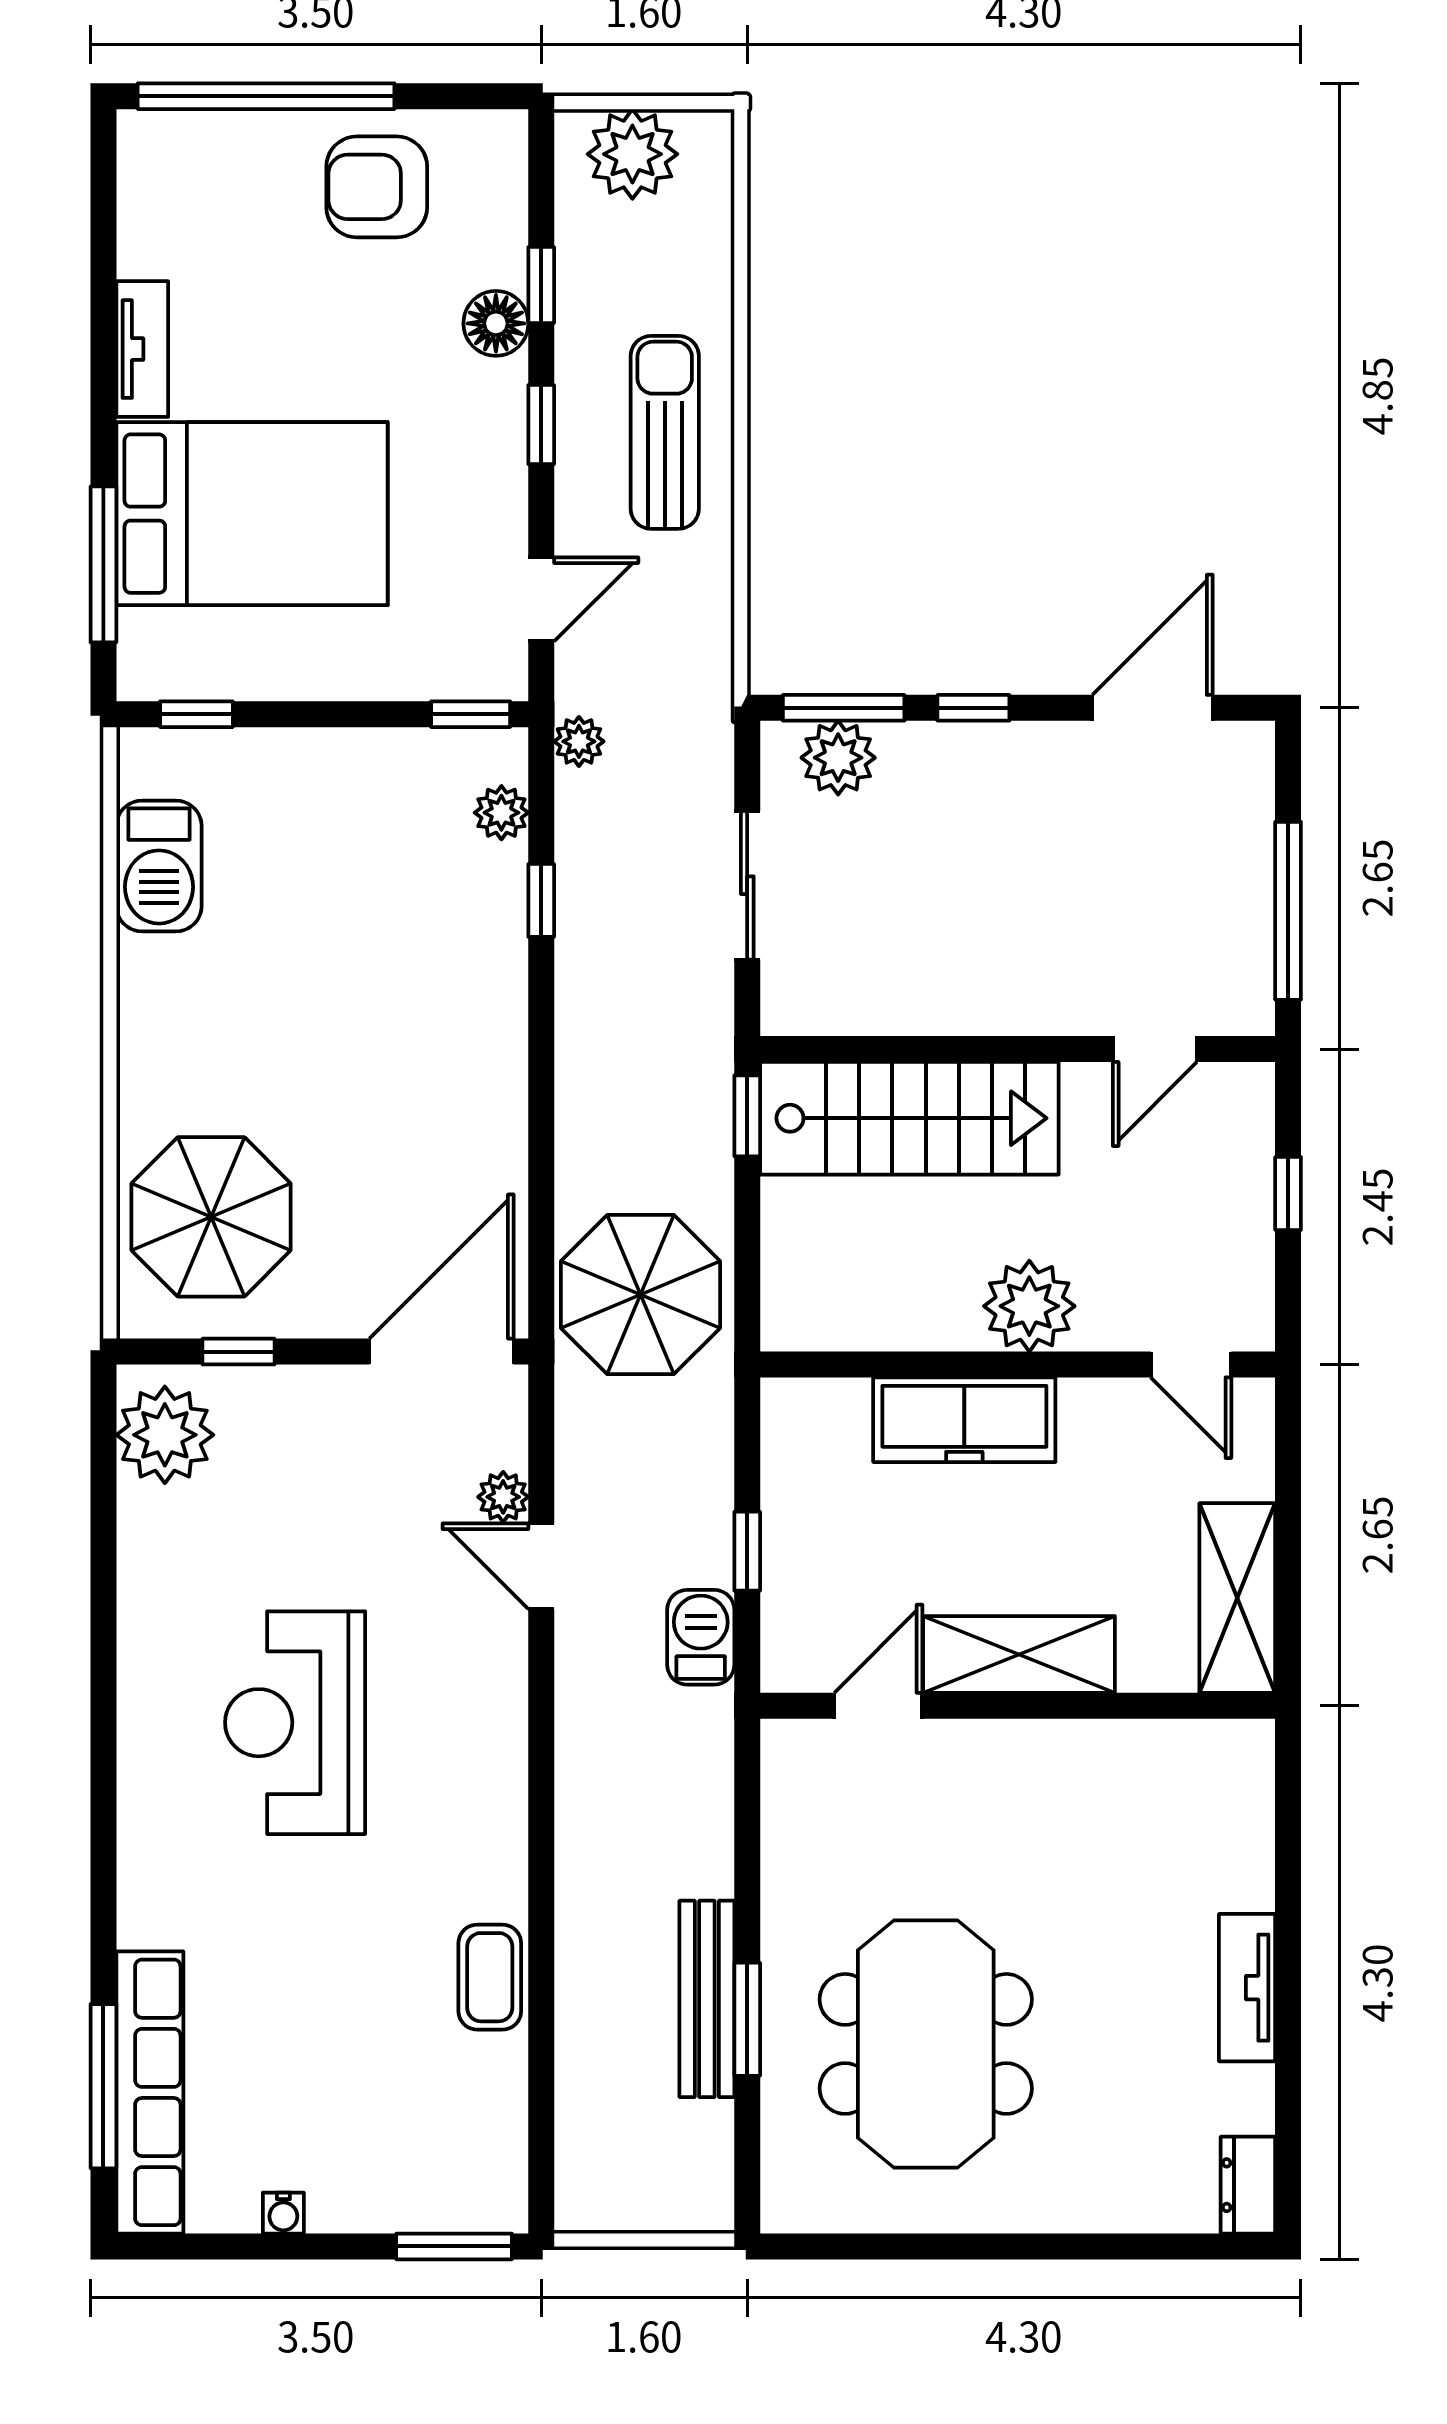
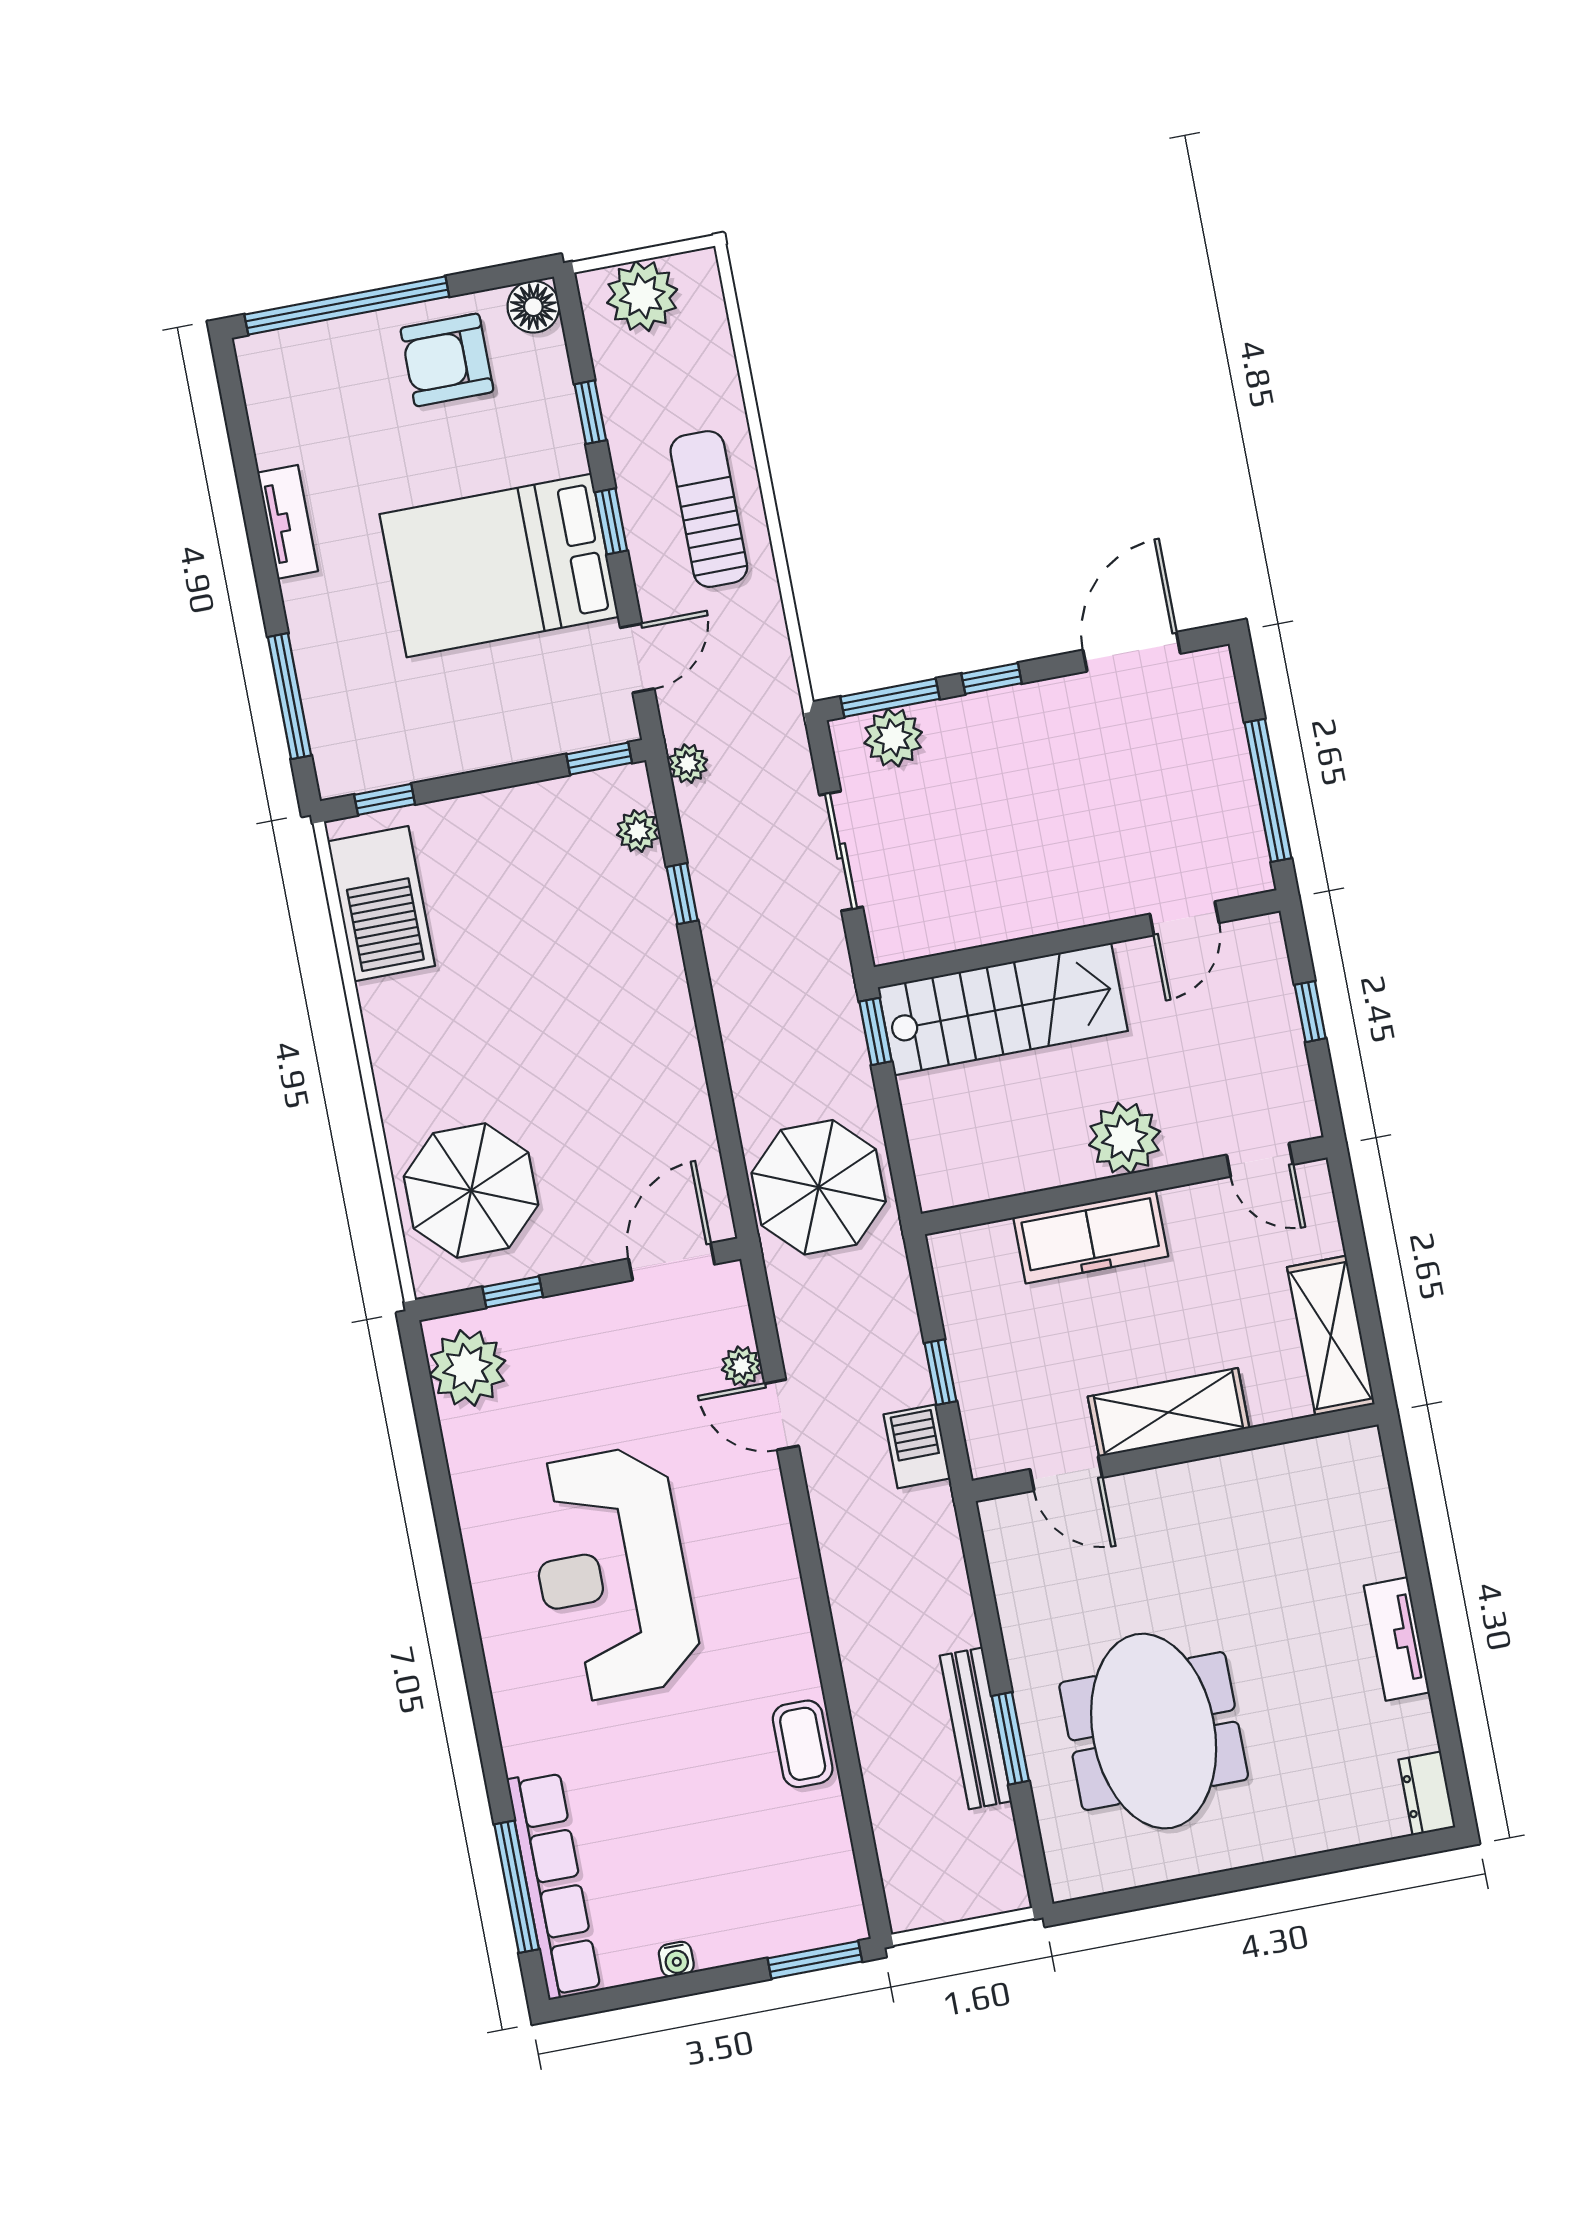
floor lamp: (496, 323) -> (533, 307), moved
bed: (252, 514) -> (499, 565), moved, turned 180
barbecue: (159, 866) -> (381, 904), width x1.37, depth x1.21
door: (442, 1352) -> (672, 1262), width x0.73
door: (878, 1706) -> (1066, 1473), swing flipped
reception desk: (295, 1723) -> (612, 1574), width x1.36, depth x1.30

